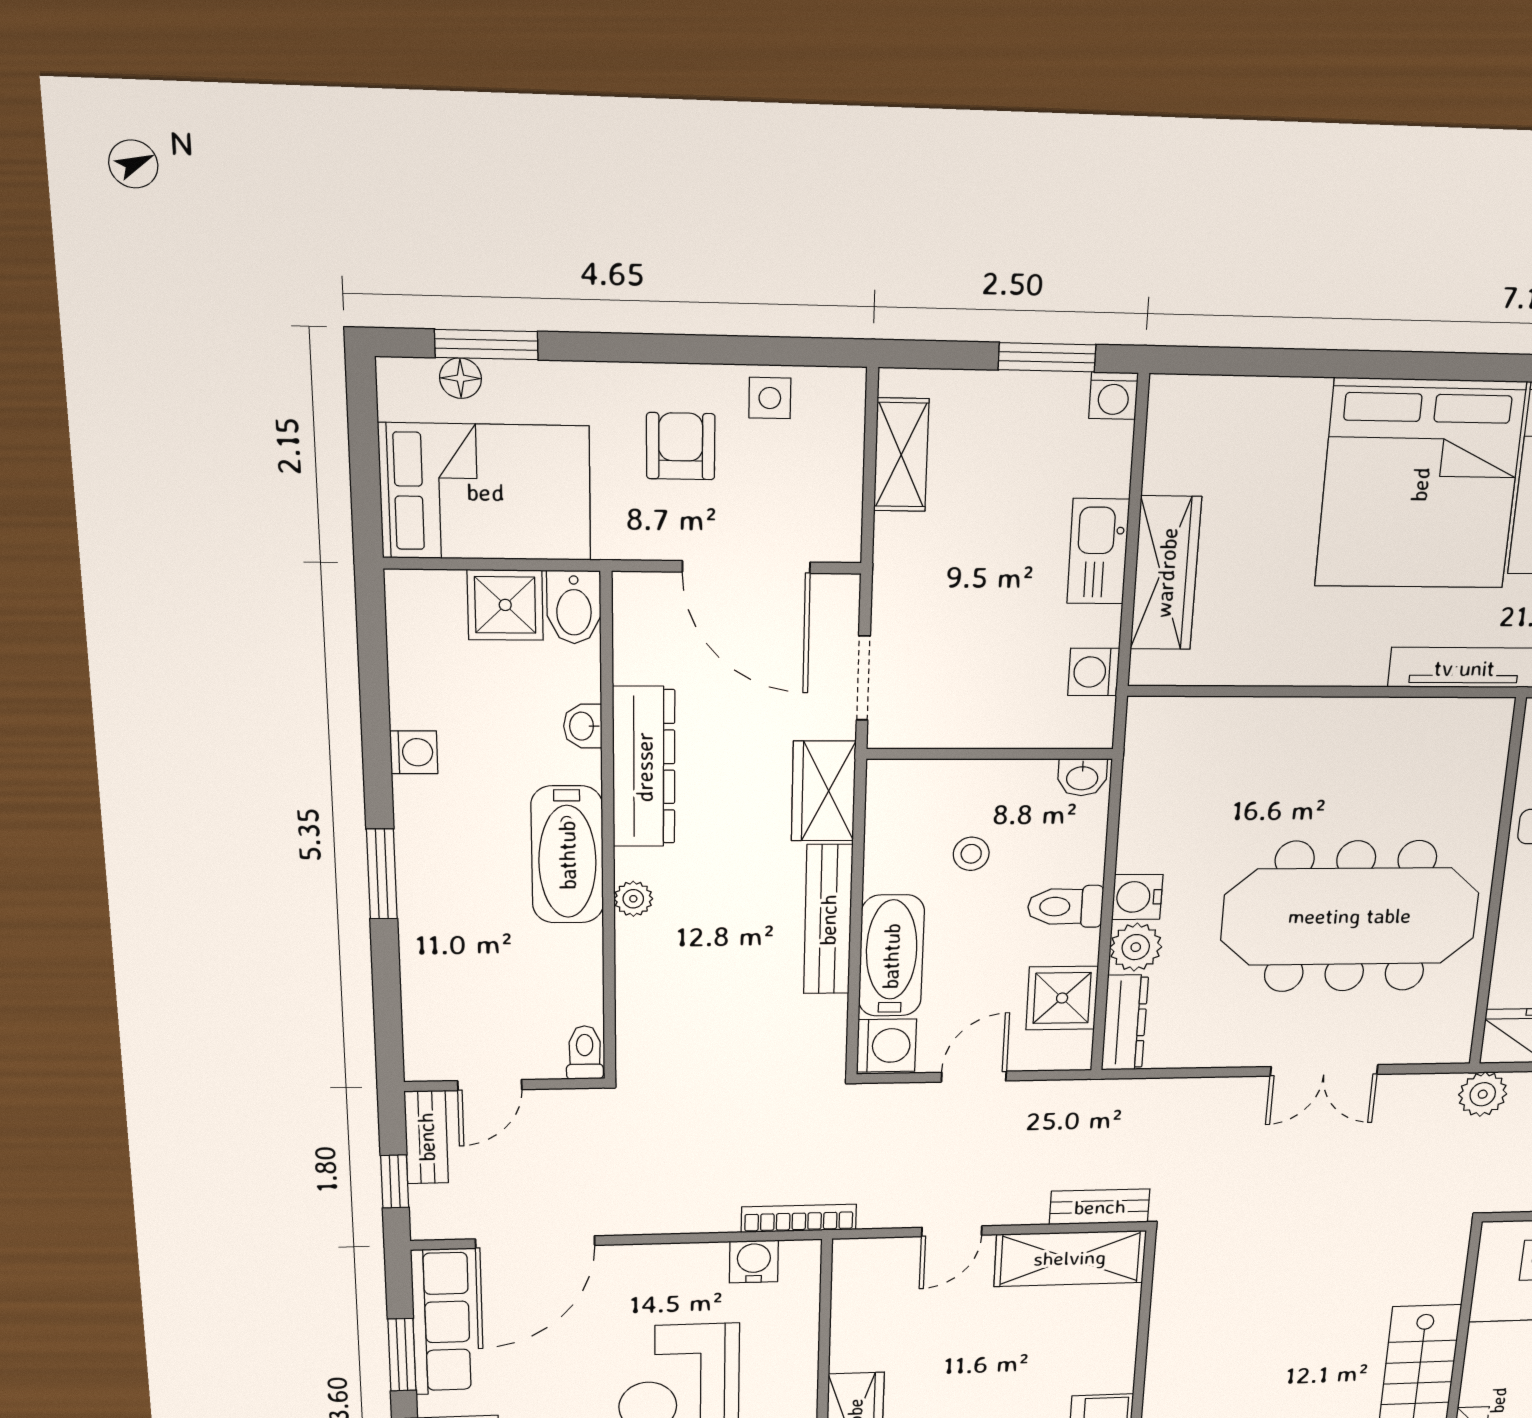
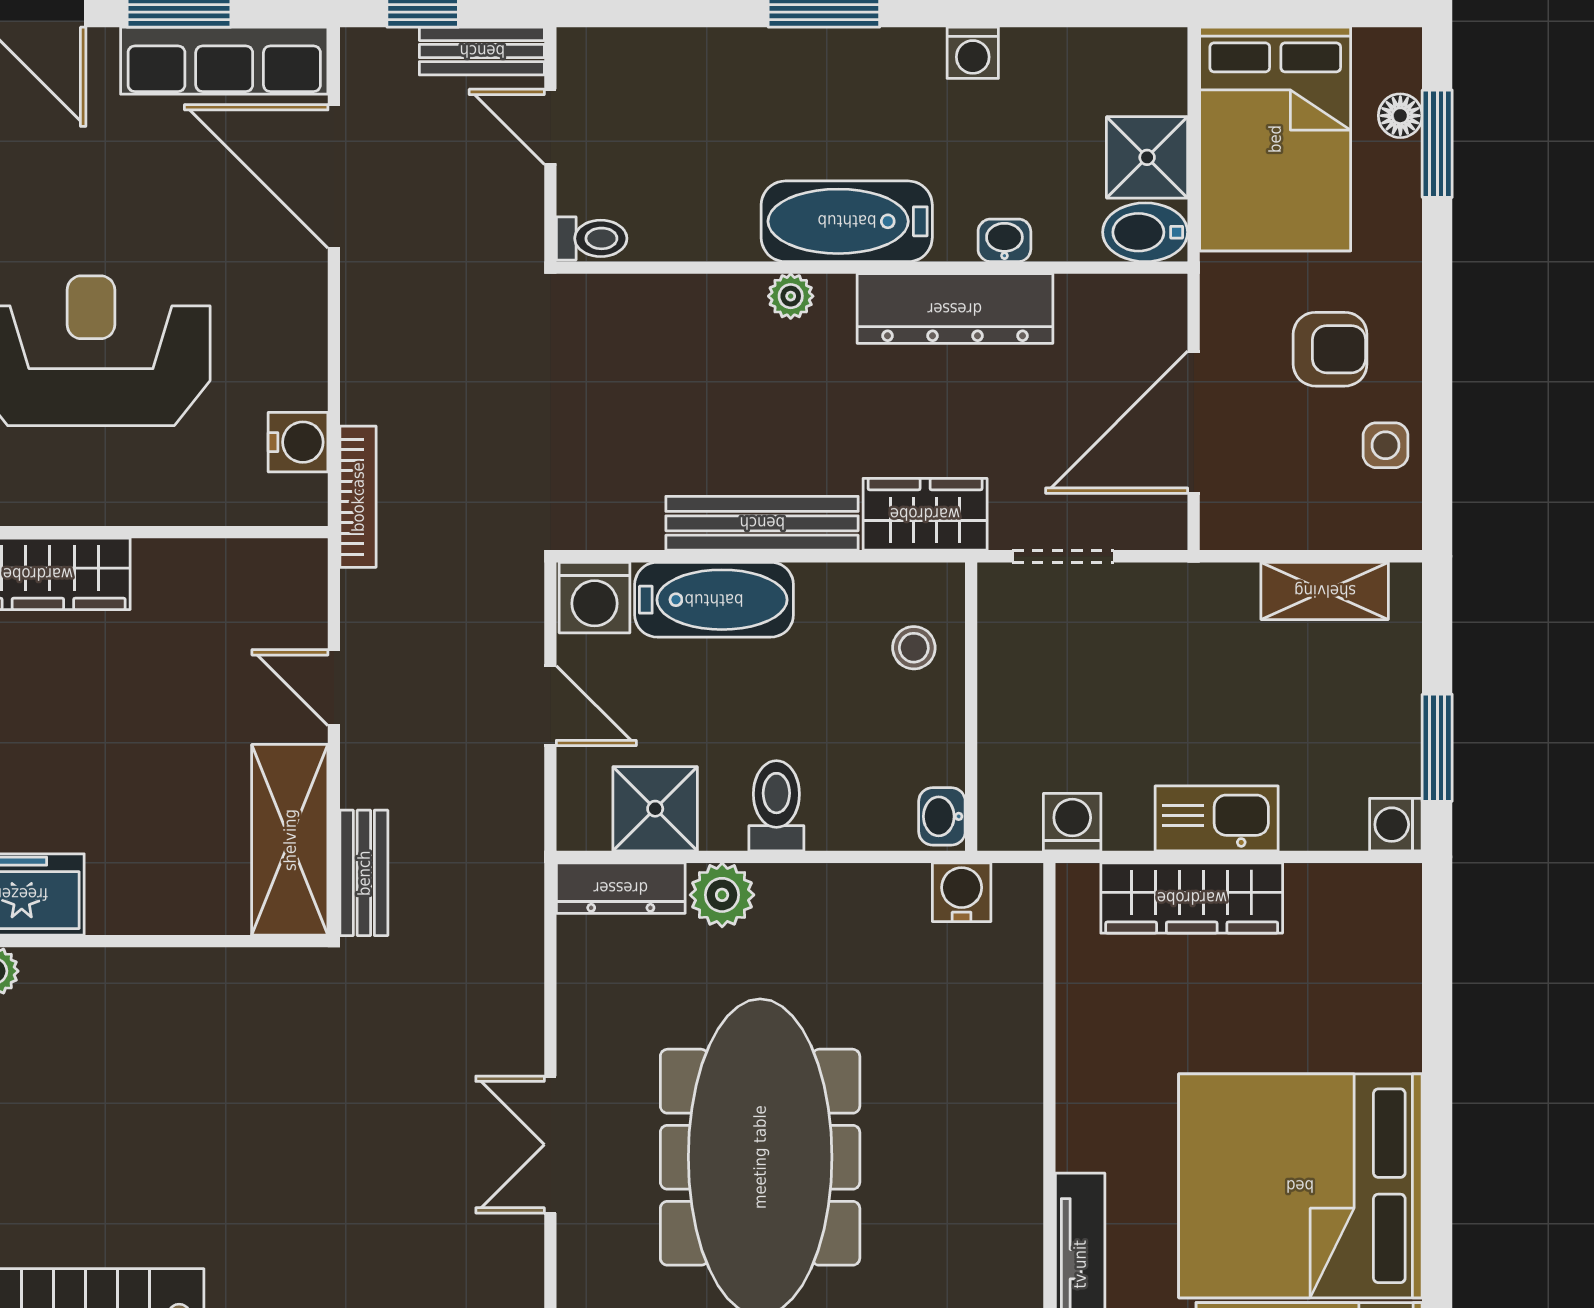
stool: (971, 854) -> (914, 648), moved
water cooler: (1137, 897) -> (962, 892), moved

